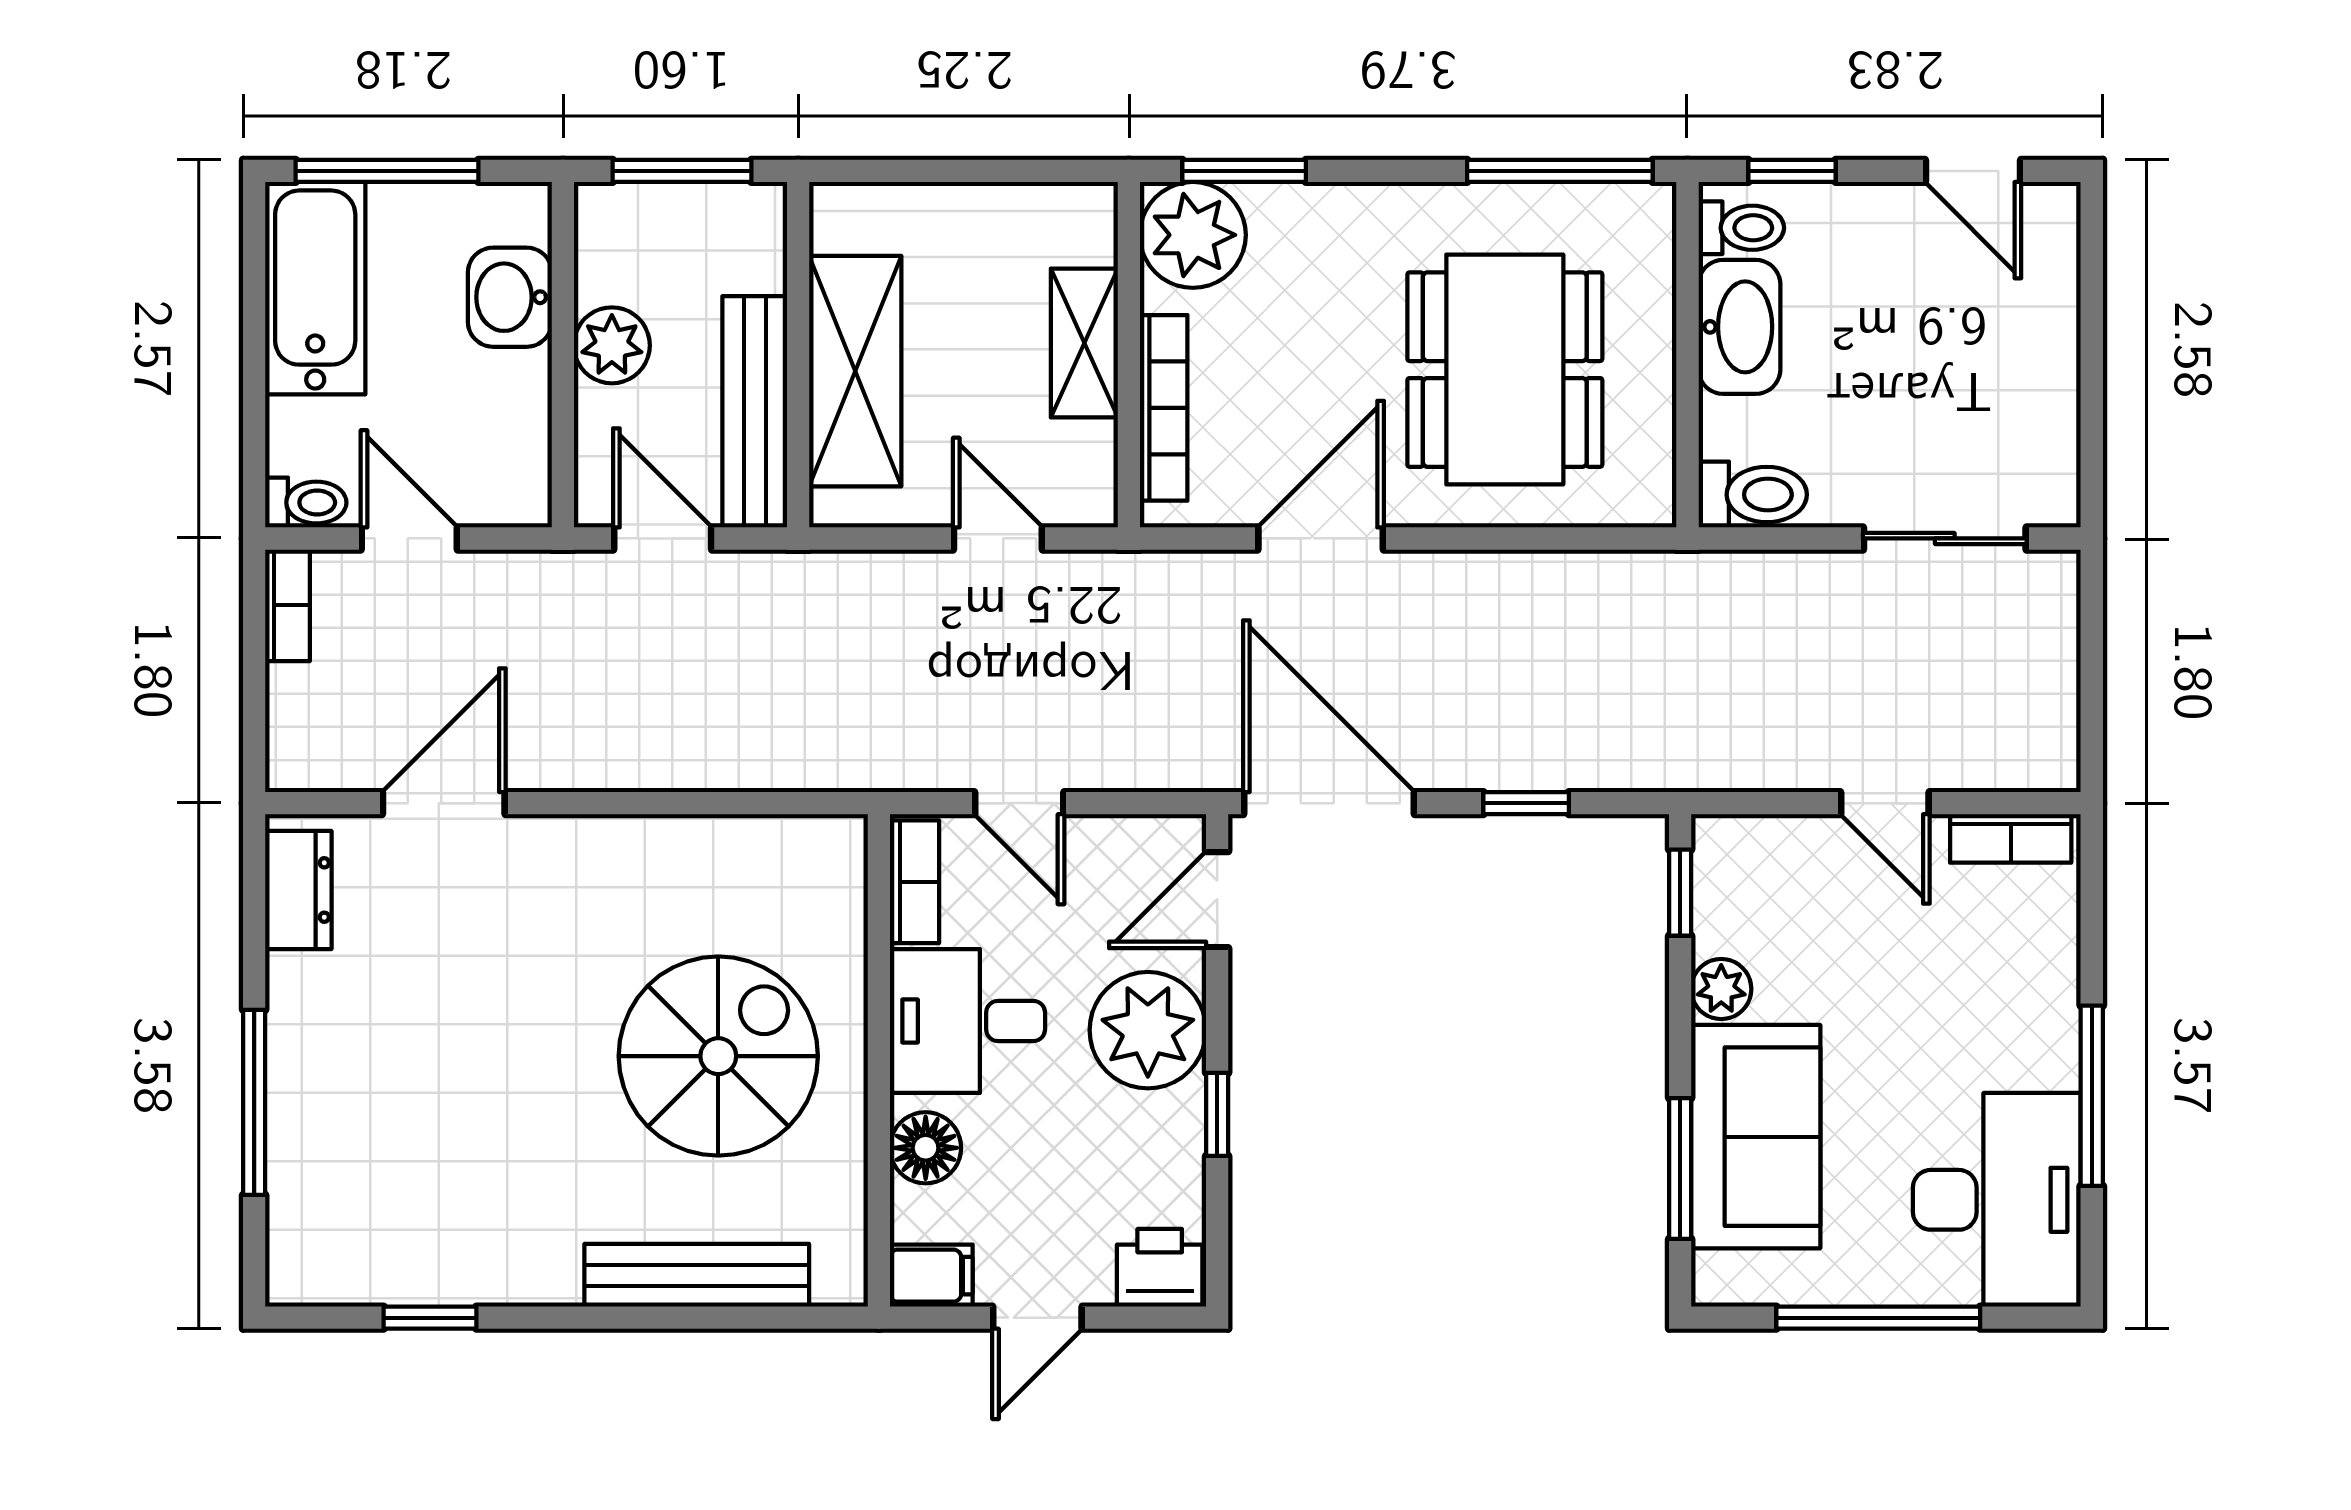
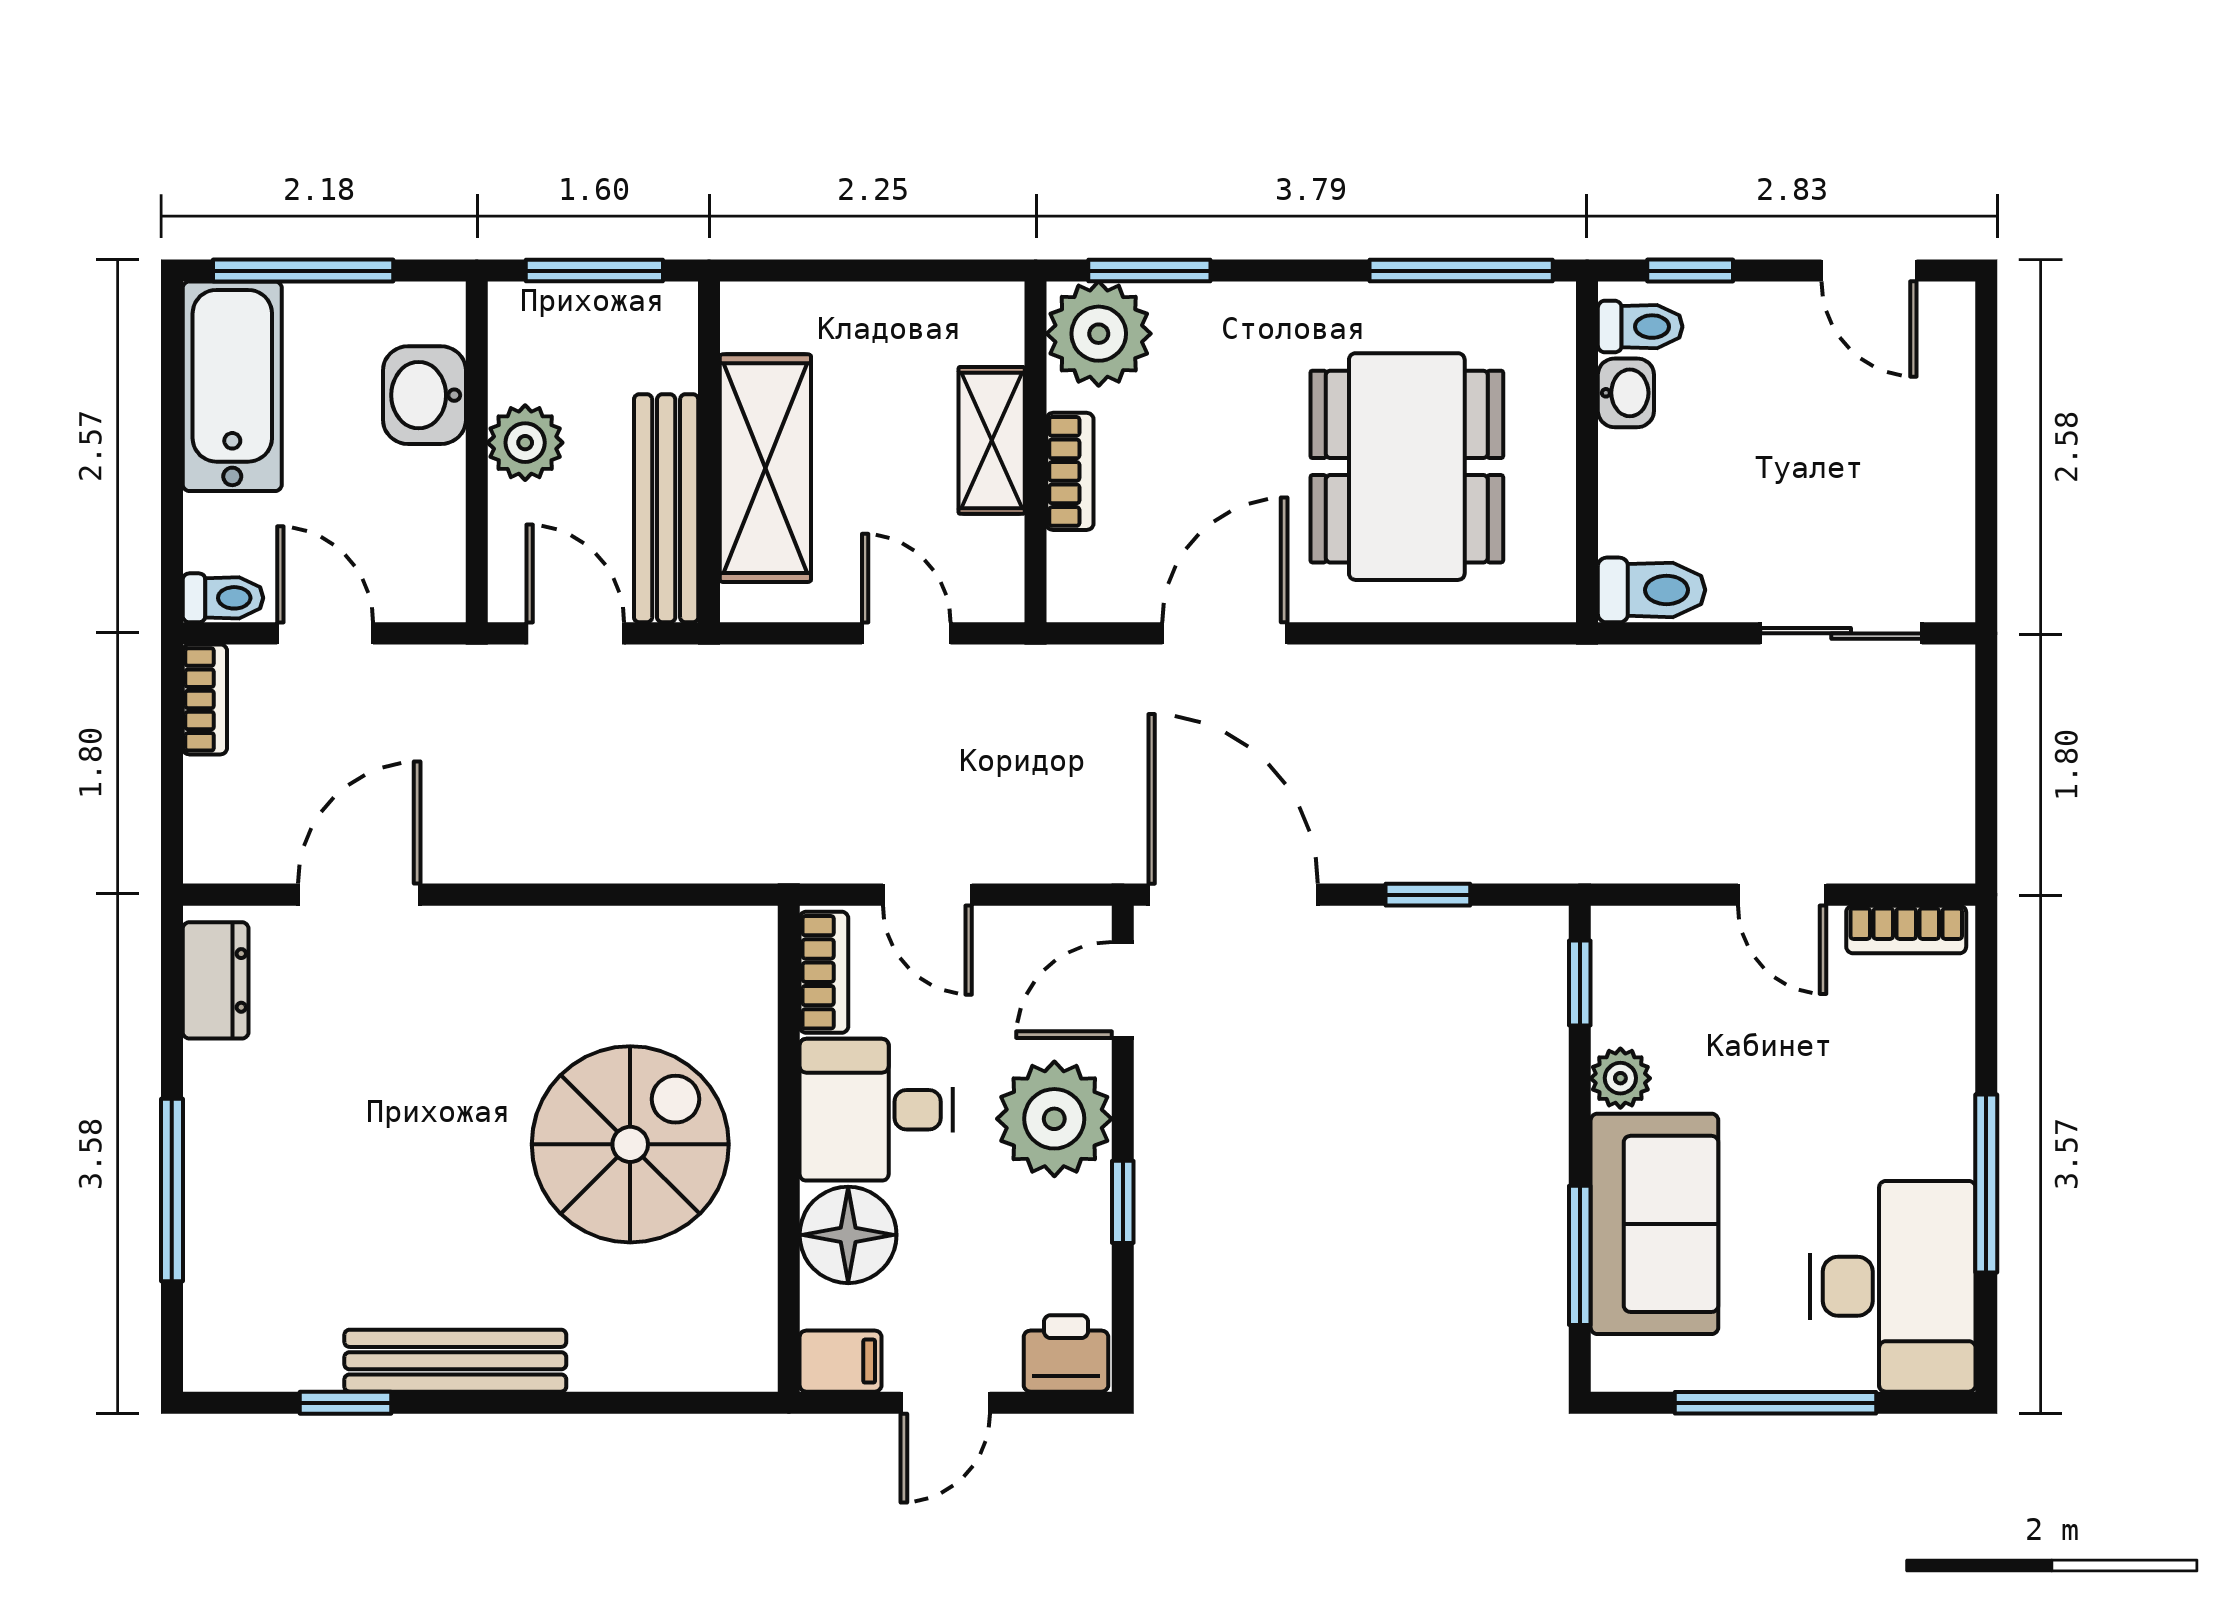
washbasin: (1739, 327) -> (1626, 393), width x0.52, depth x0.69
bookcase: (1164, 408) -> (1070, 471), width x0.64
floor lamp: (926, 1148) -> (848, 1235), width x1.38, depth x1.38
bench: (697, 1275) -> (455, 1361), moved

